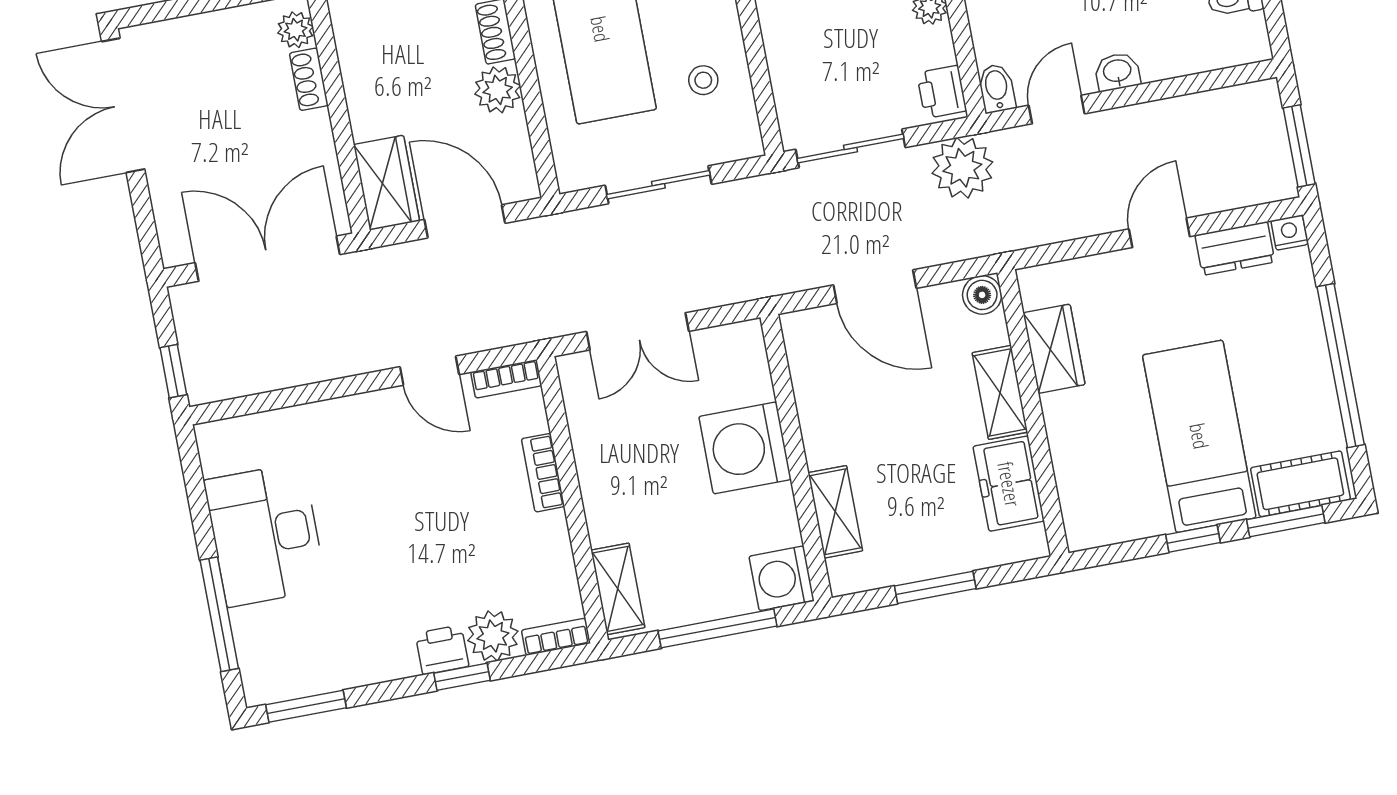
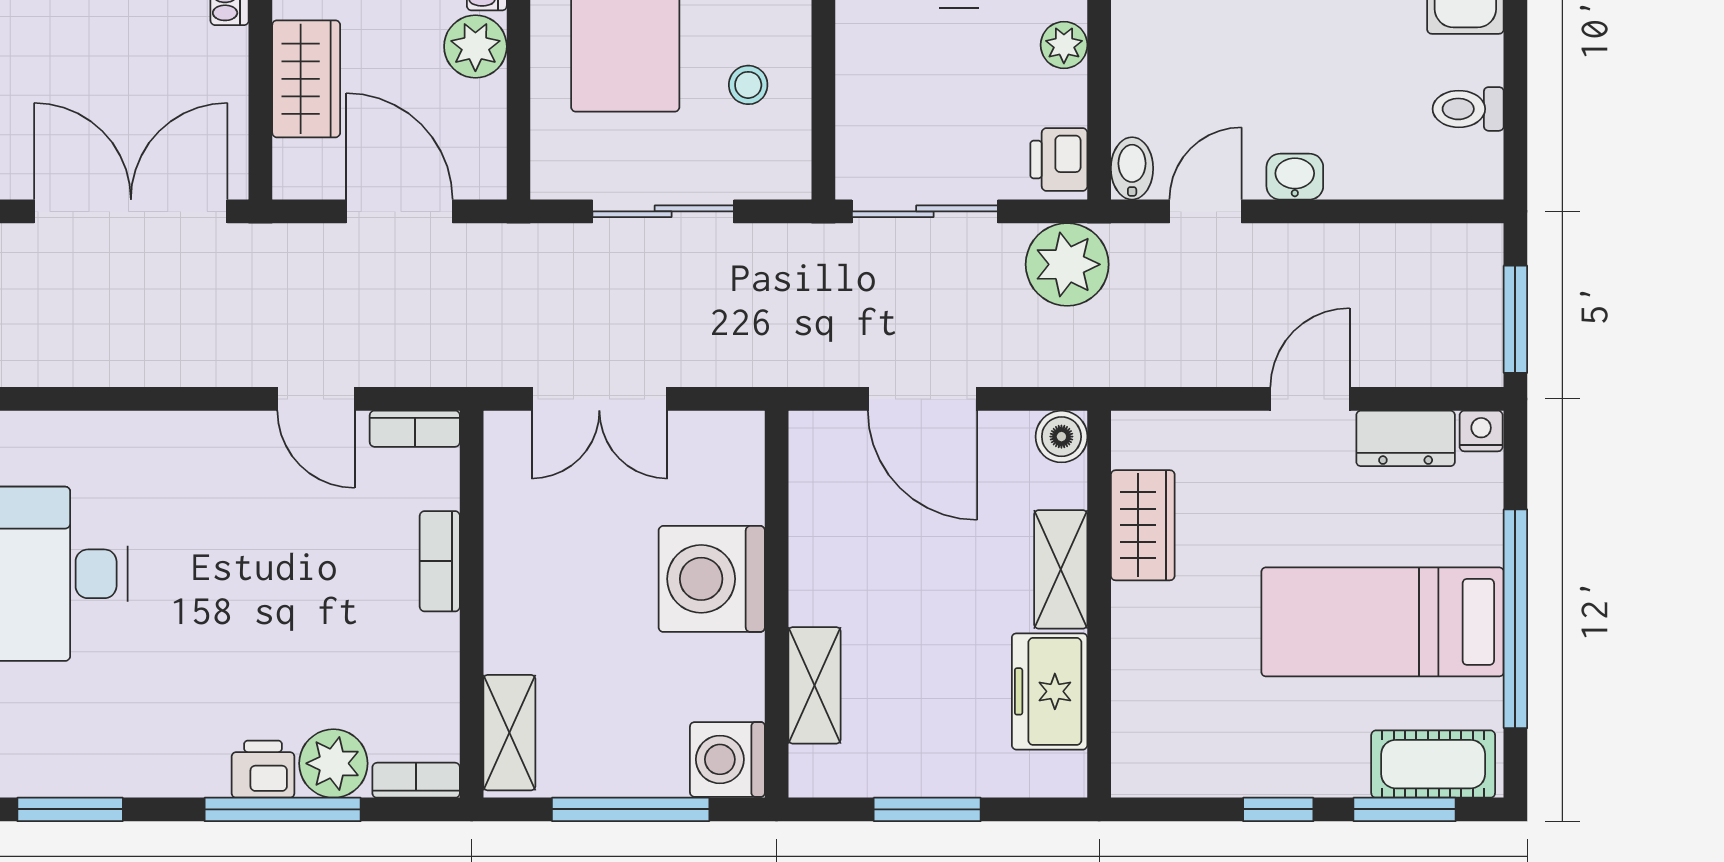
wardrobe: (387, 183) -> (306, 79), moved
bed: (1199, 436) -> (1383, 622), moved, turned -90
window: (462, 677) -> (283, 809), width x2.17

